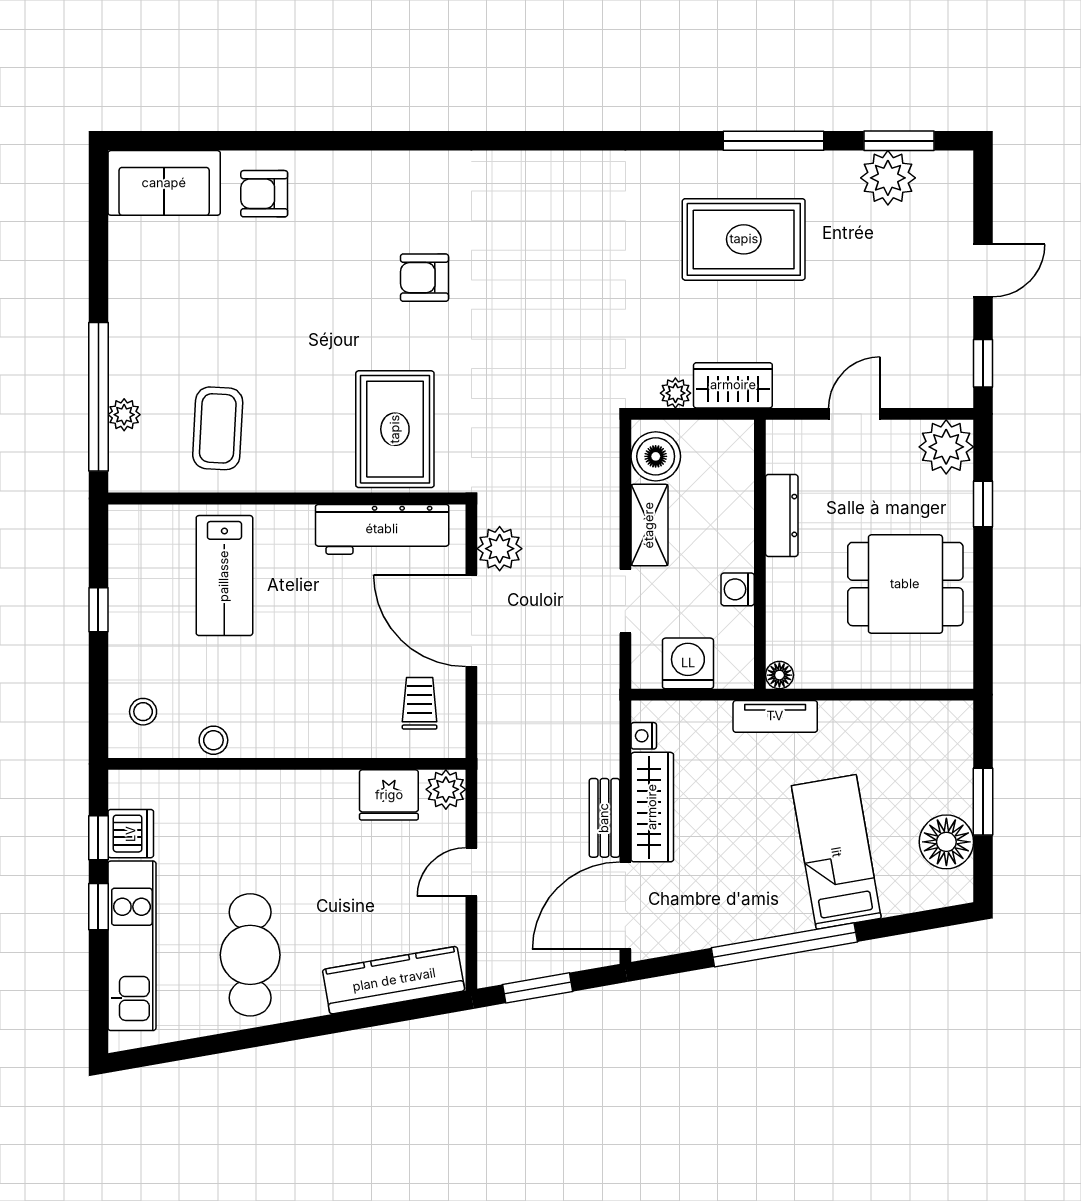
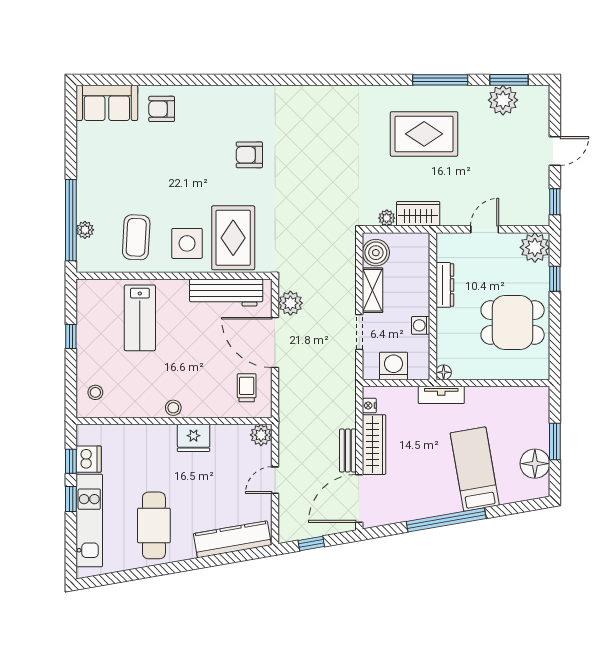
side table: (311, 440) -> (187, 243), added
stool: (213, 740) -> (173, 408), moved
fridge: (389, 795) -> (194, 438), moved
window: (538, 988) -> (311, 544), width x0.67

